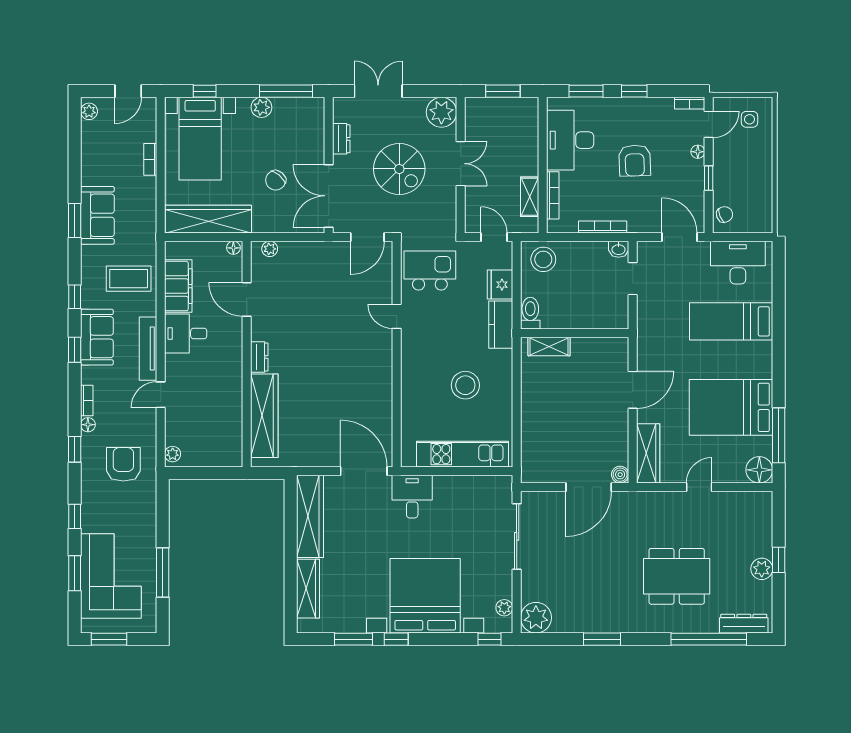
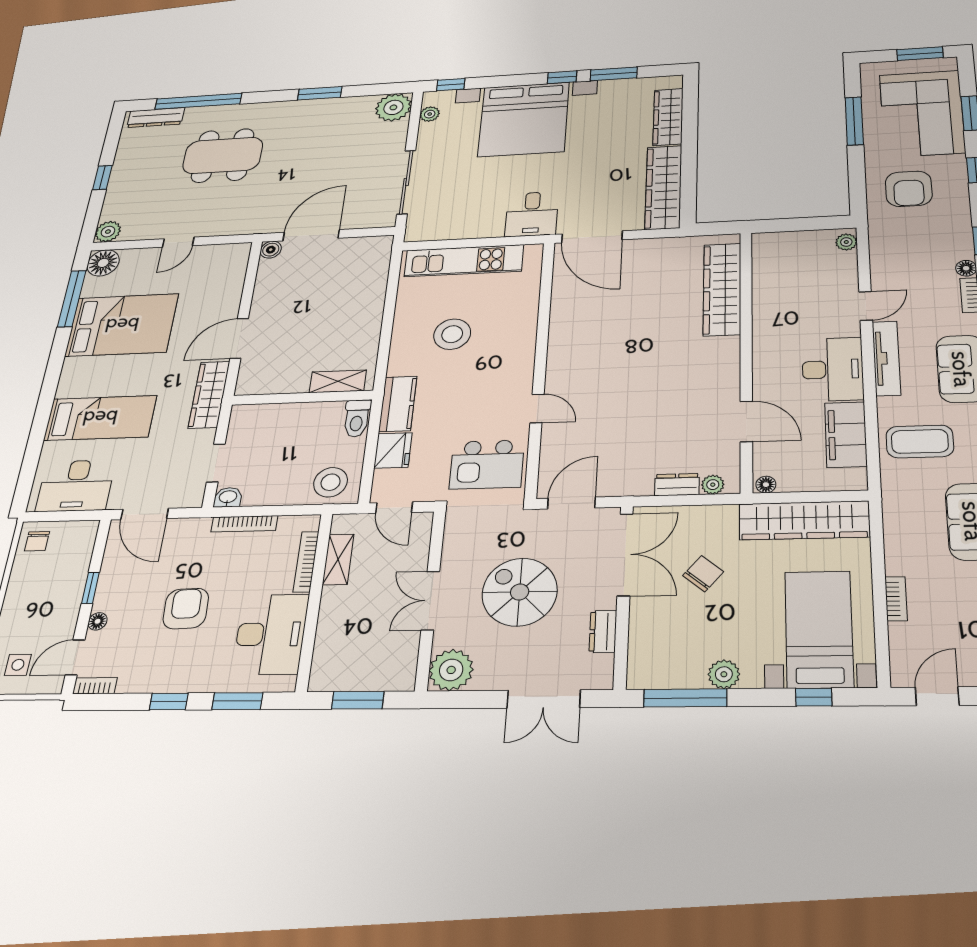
chair: (725, 214) -> (37, 541), moved, turned -68
desk: (186, 334) -> (833, 369), width x1.37
dresser: (259, 357) -> (677, 485), moved, turned 90
wardrobe: (648, 453) -> (209, 395), moved
armchair: (123, 464) -> (909, 189), moved
plant: (762, 569) -> (108, 232), moved

